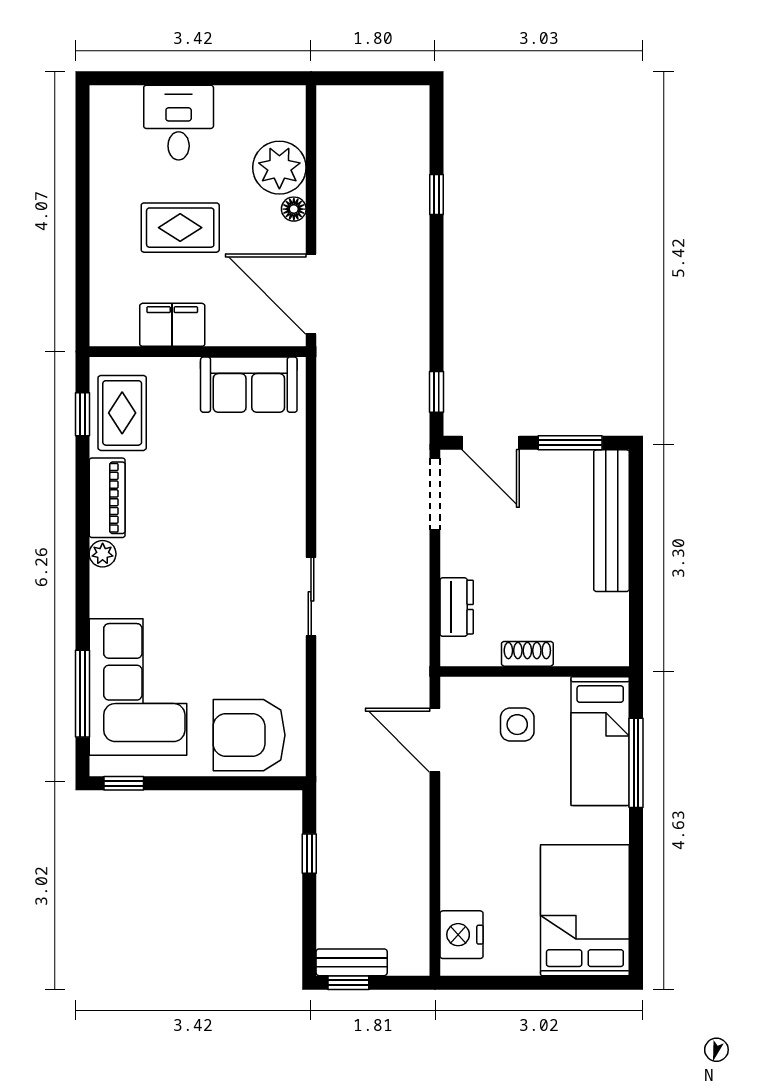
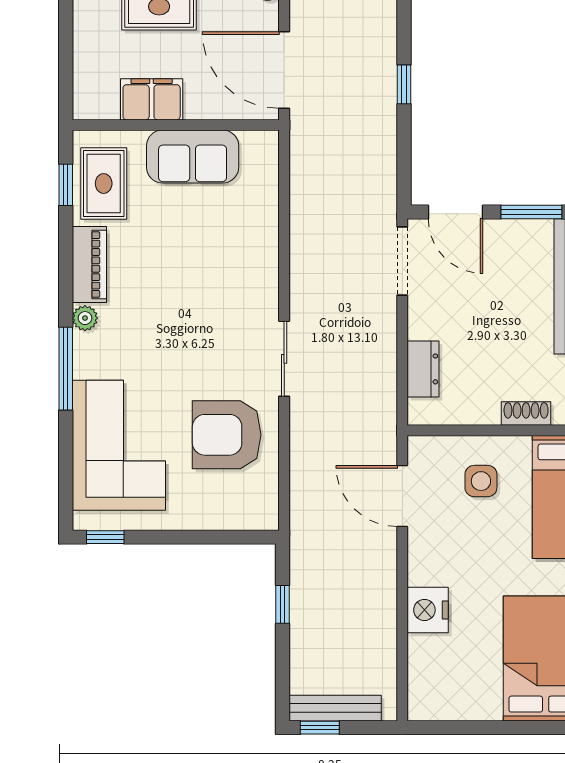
sofa: (249, 385) -> (193, 156), moved
window: (437, 392) -> (404, 84), moved
shoe rack: (527, 654) -> (526, 414), moved
window: (82, 694) -> (66, 369), moved
armchair: (249, 735) -> (227, 435), moved
nightstand: (462, 935) -> (428, 610), moved
bench: (352, 962) -> (335, 708), width x1.36

